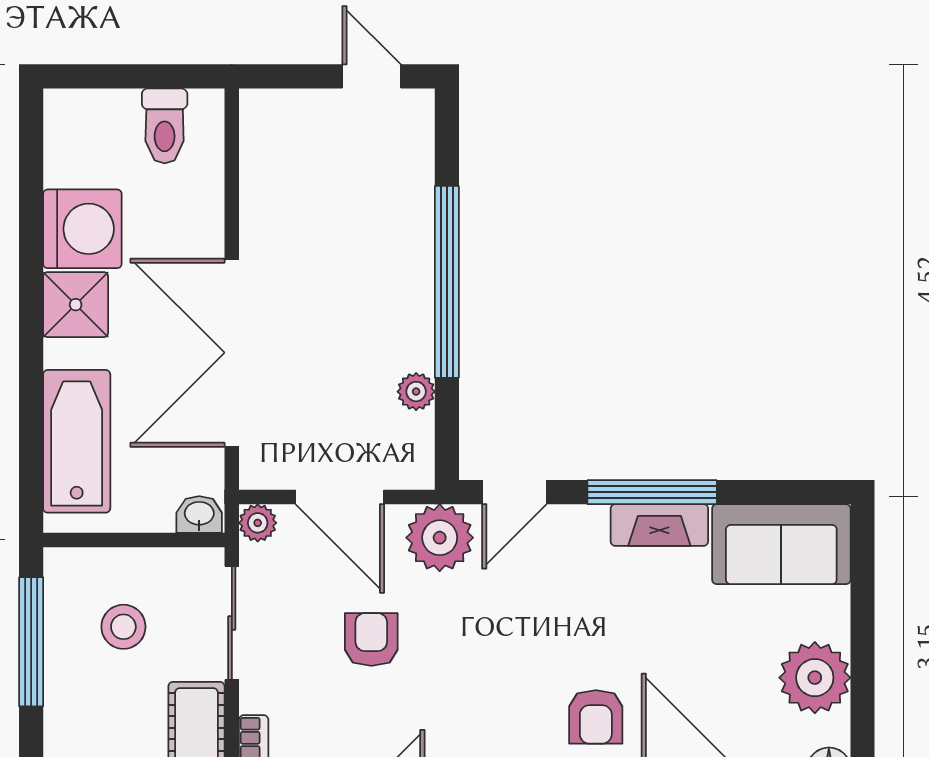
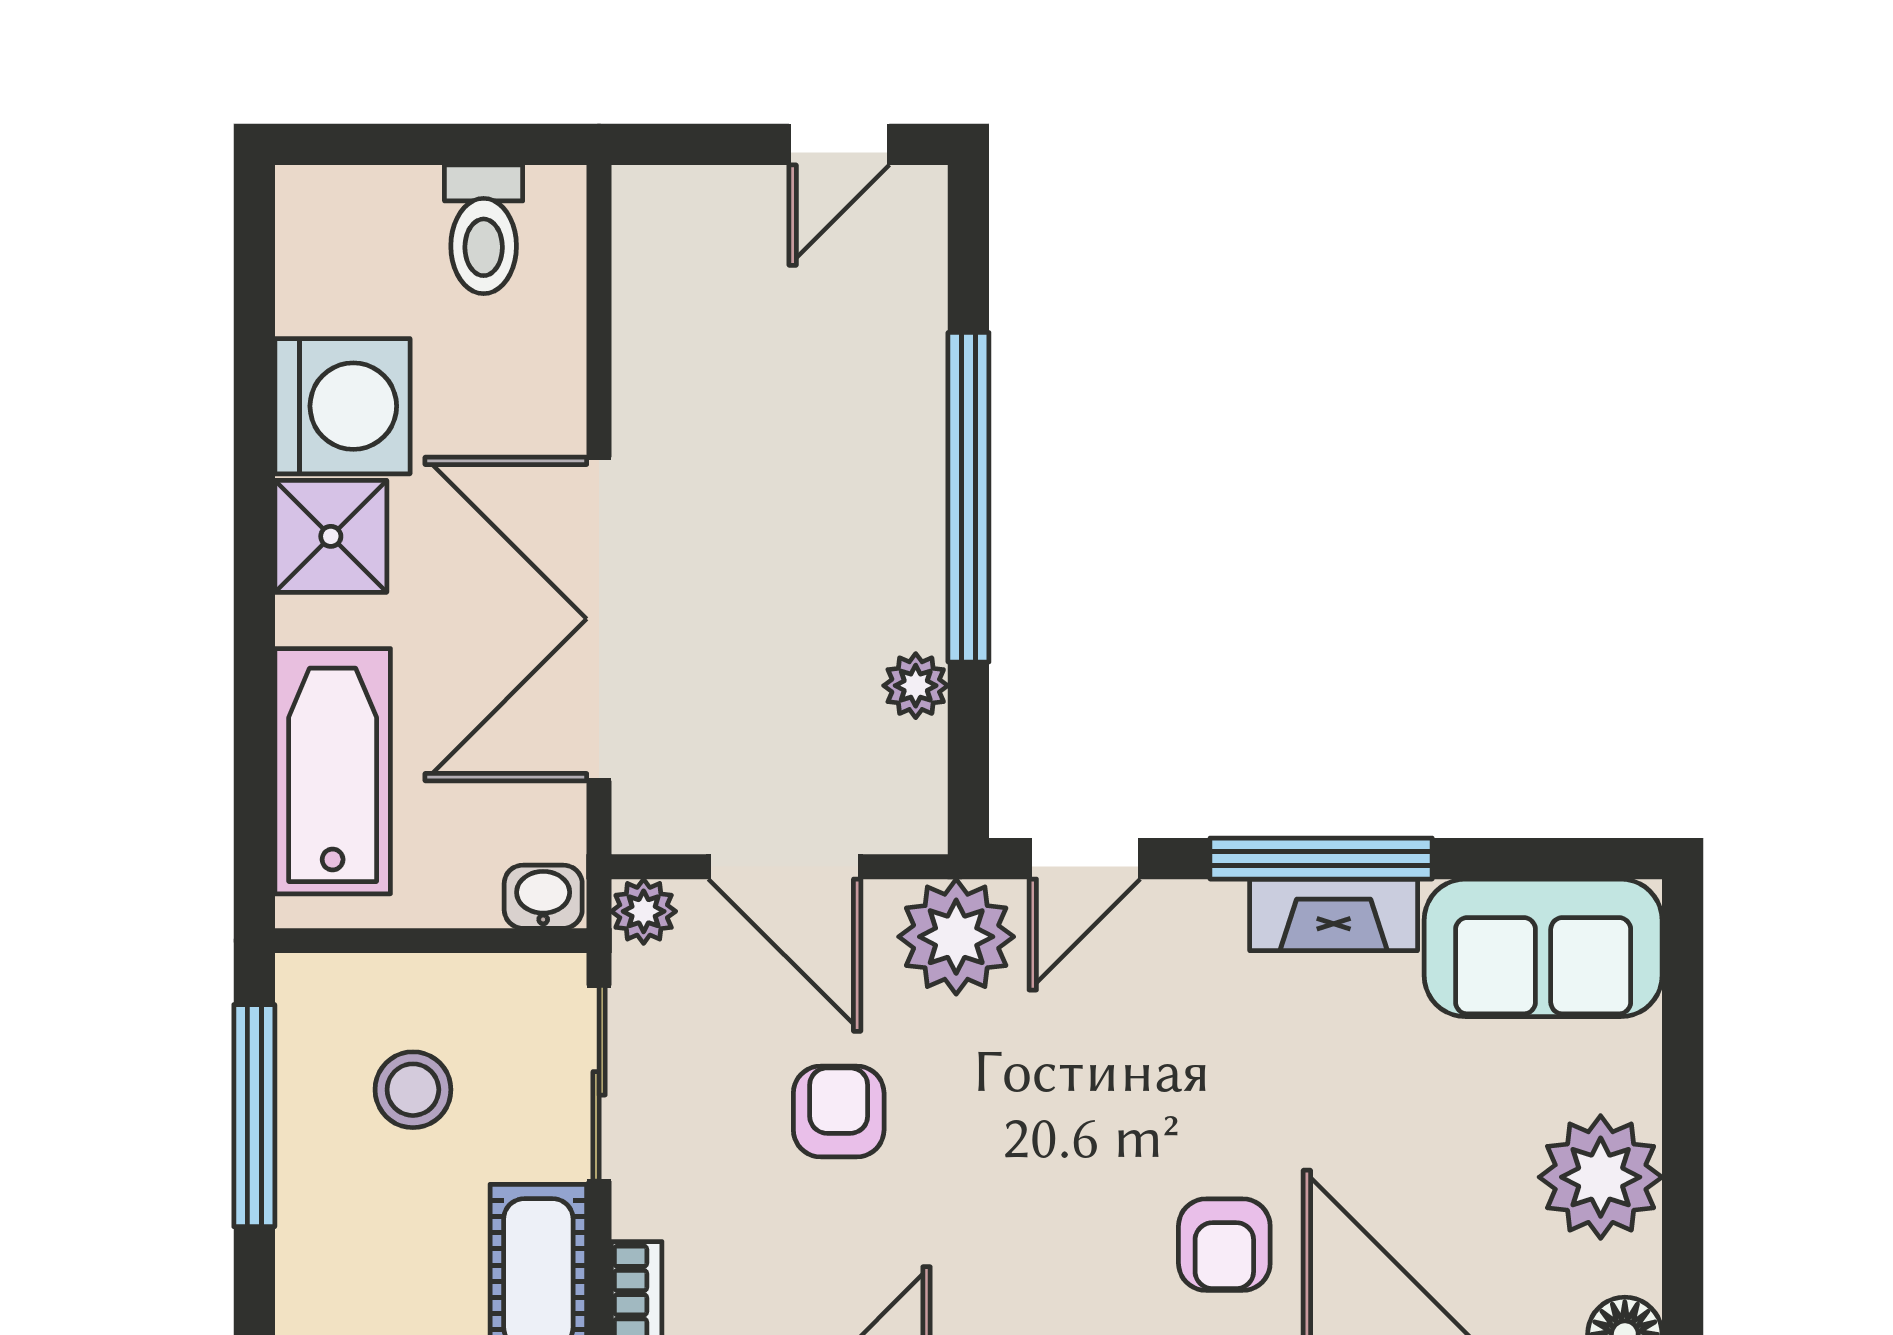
door: (372, 76) -> (839, 144), swing flipped

